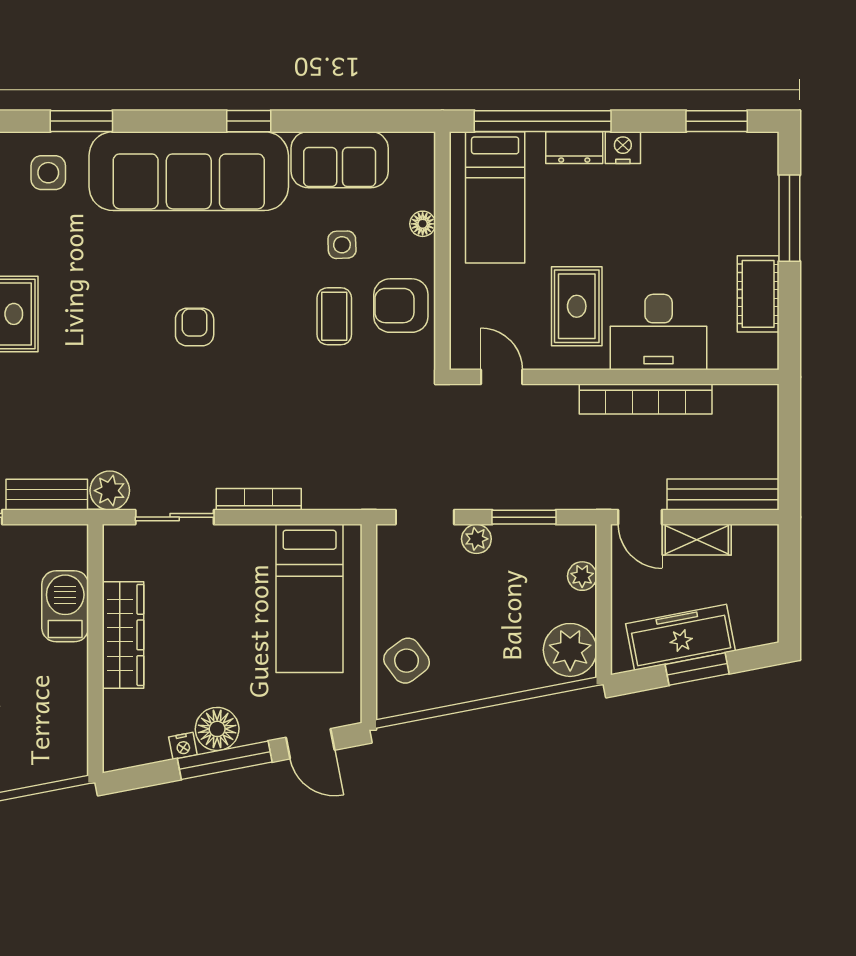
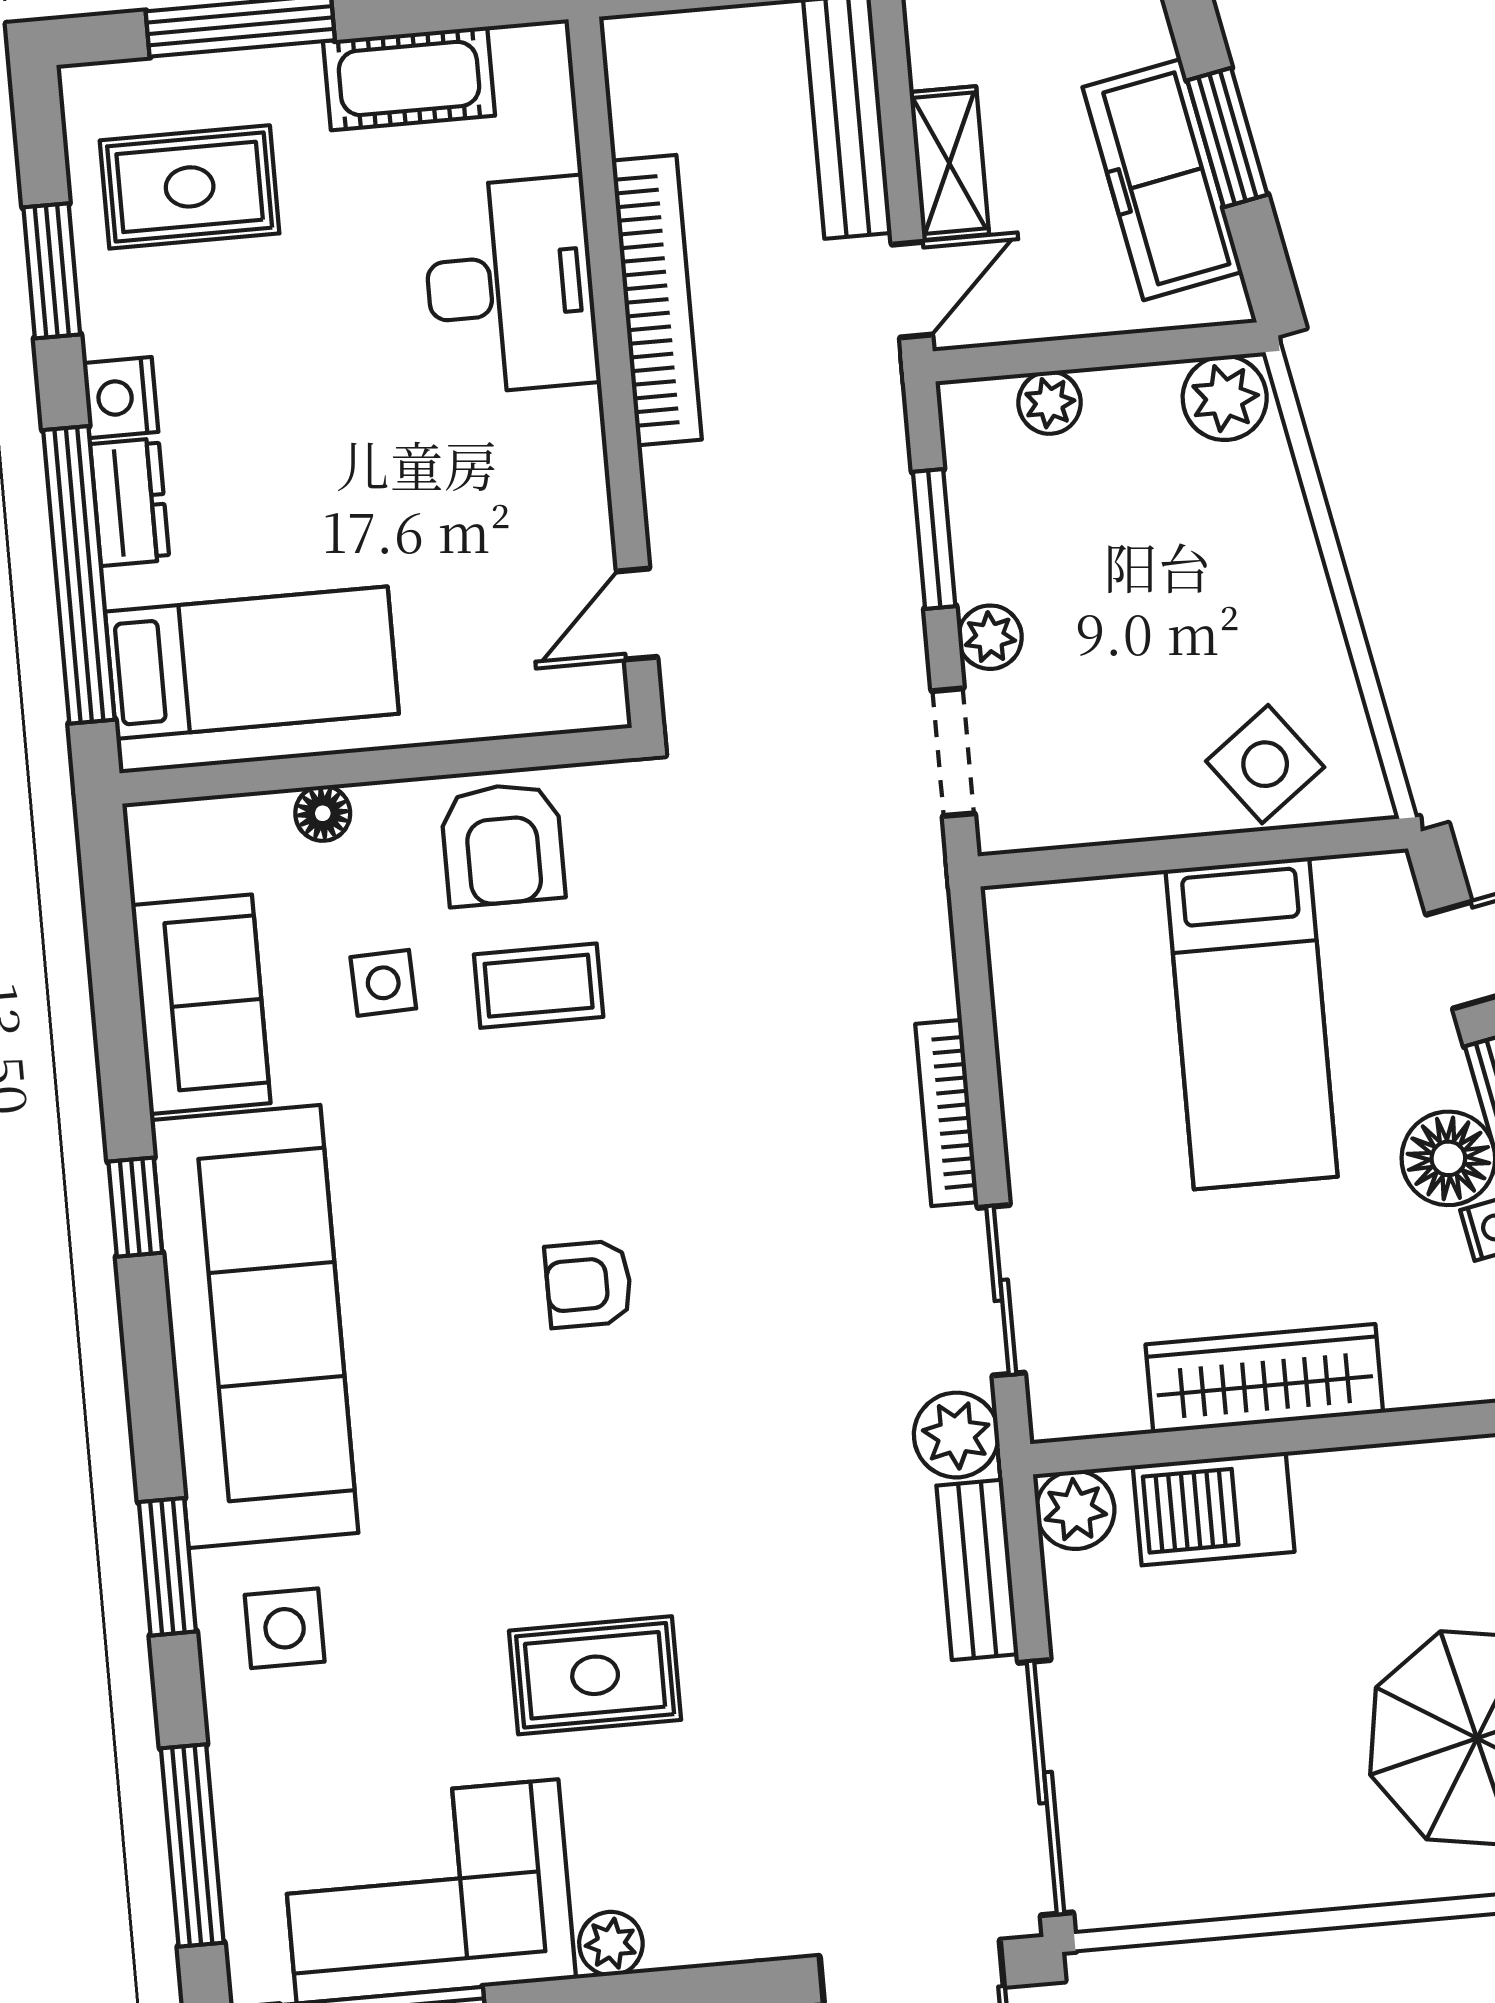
window: (717, 121) -> (52, 271), moved
rug: (577, 306) -> (190, 187), moved
plant: (70, 542) -> (1075, 1510), added
bed: (310, 598) -> (1252, 1023), moved, turned 90
plant: (570, 650) -> (1225, 398), width x0.73, depth x0.73

